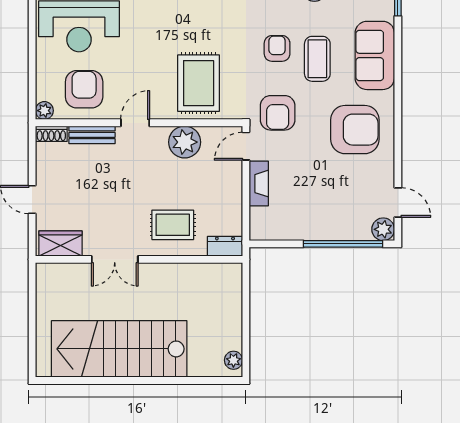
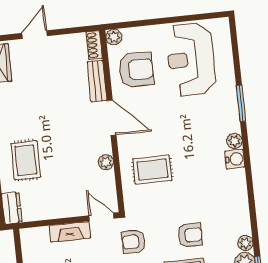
rug: (199, 83) -> (152, 170), width x0.73, depth x0.70
armchair: (278, 113) -> (134, 242), width x0.72, depth x0.72
door: (135, 123) -> (112, 118), width x1.38
plant: (185, 142) -> (106, 162), width x0.53, depth x0.53

